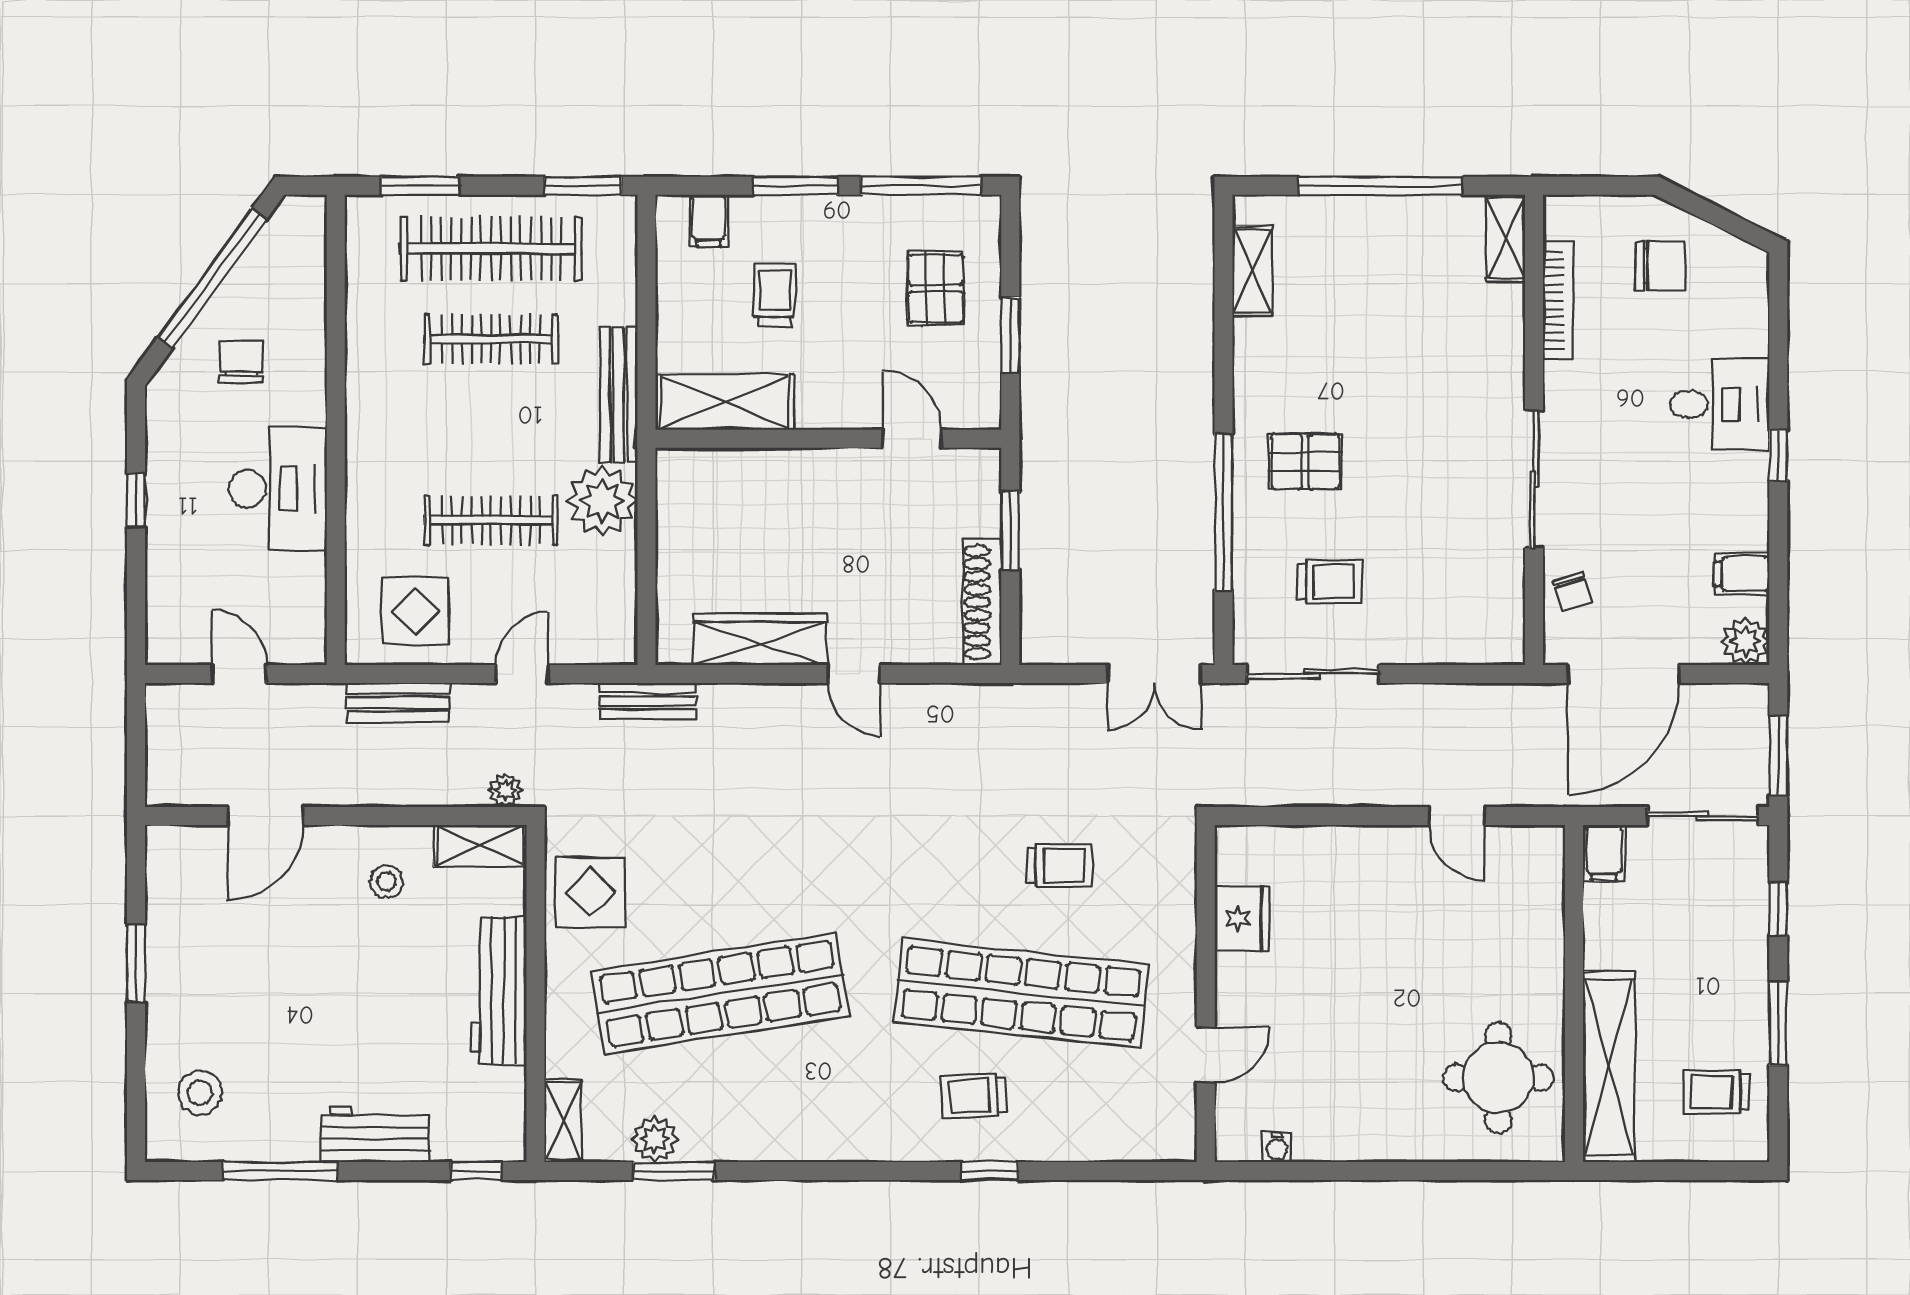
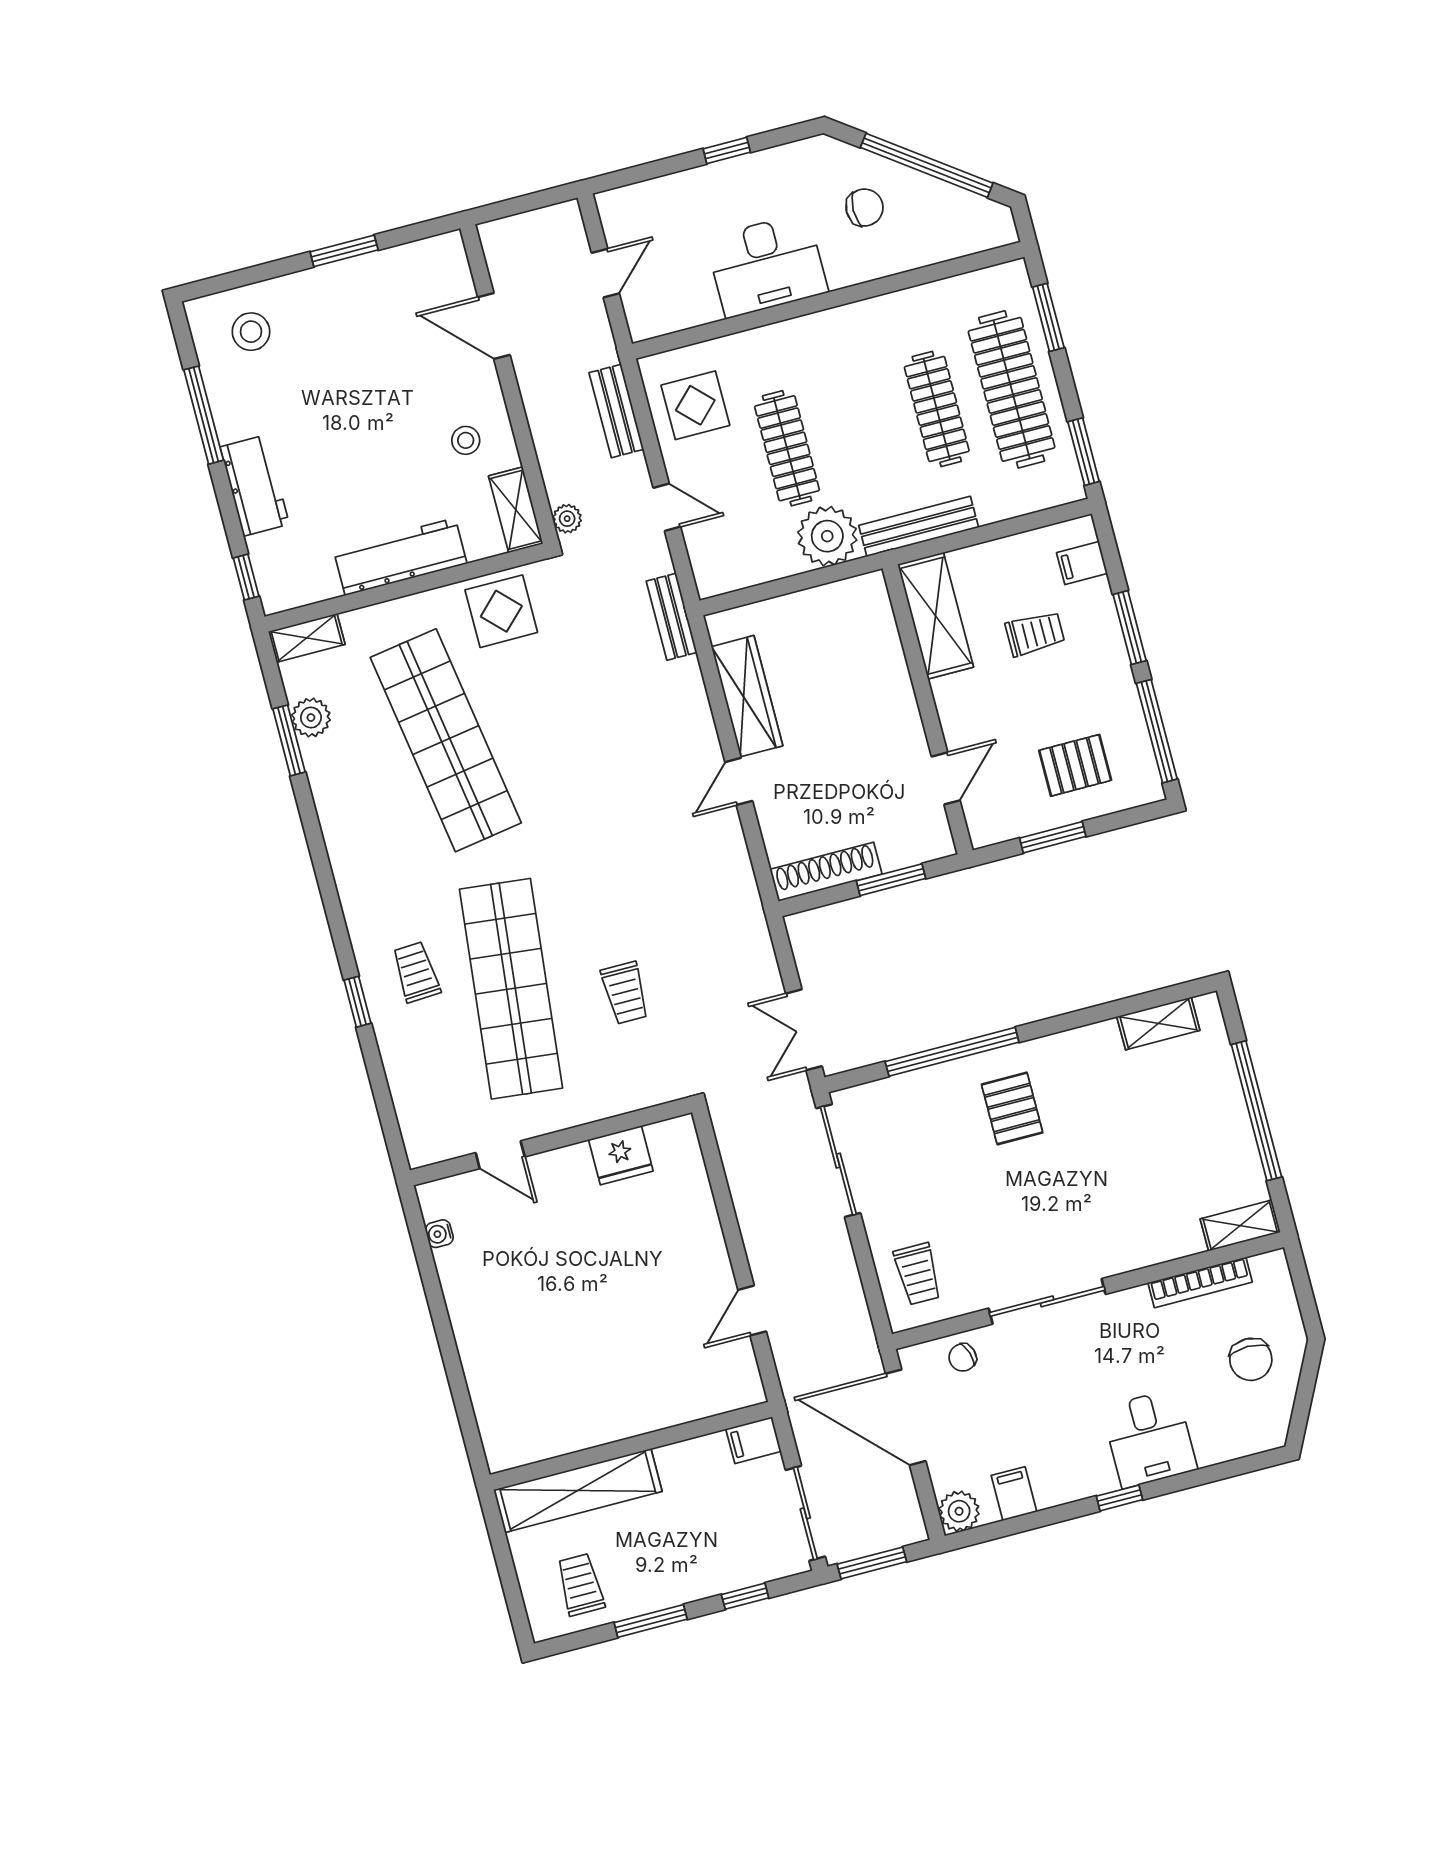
trolley: (1329, 582) -> (918, 1274), moved
round table: (1498, 1078) -> (545, 1401), removed

